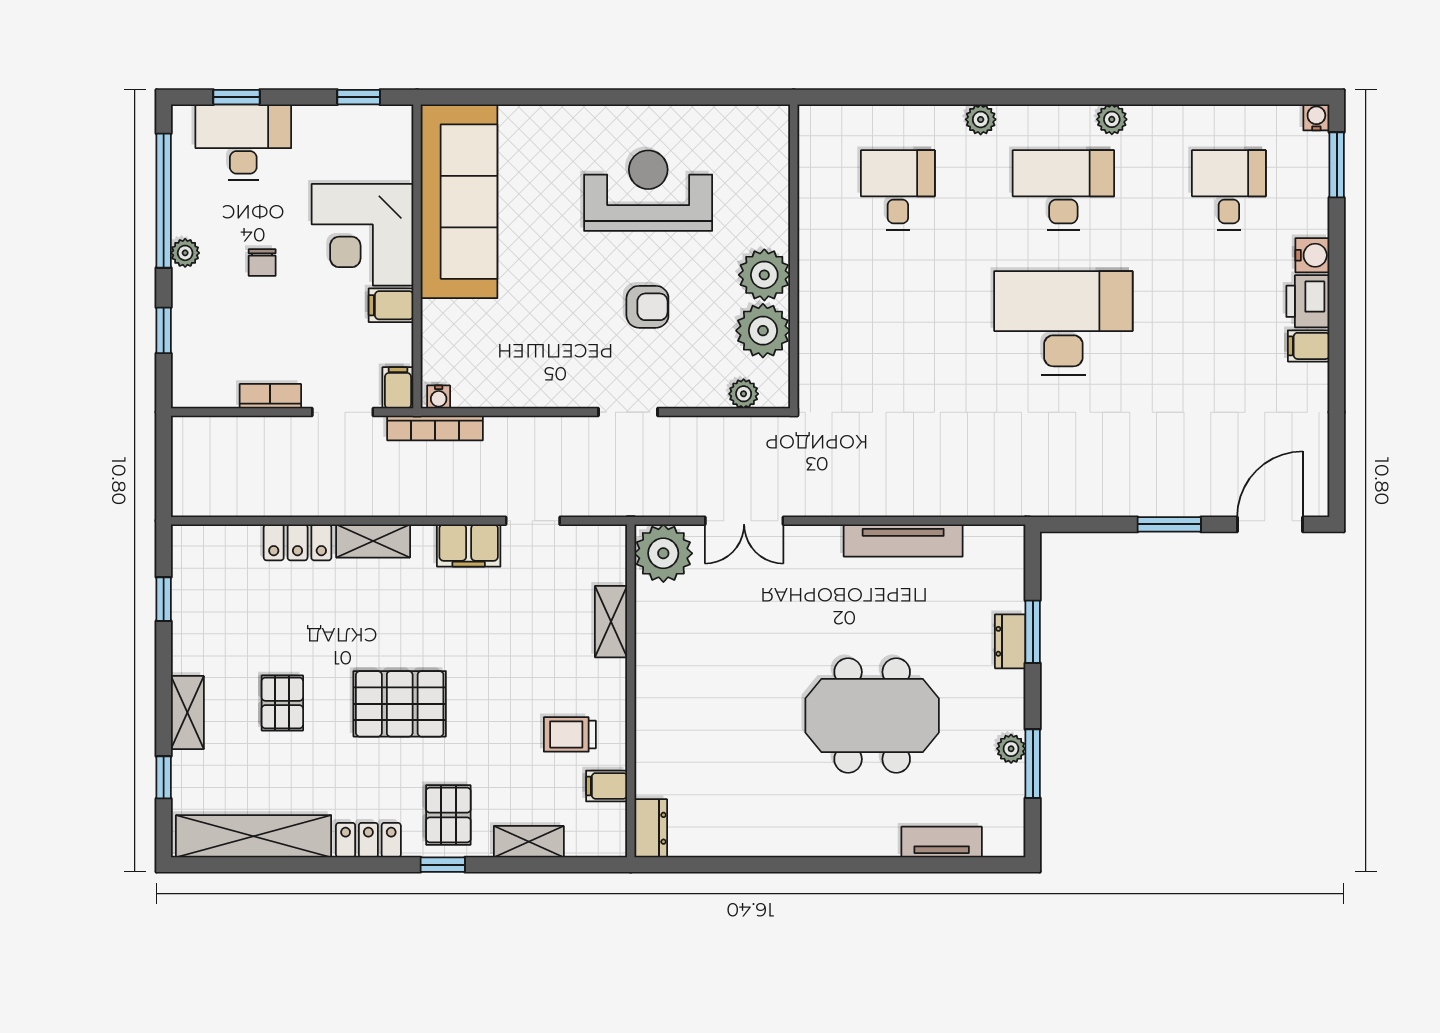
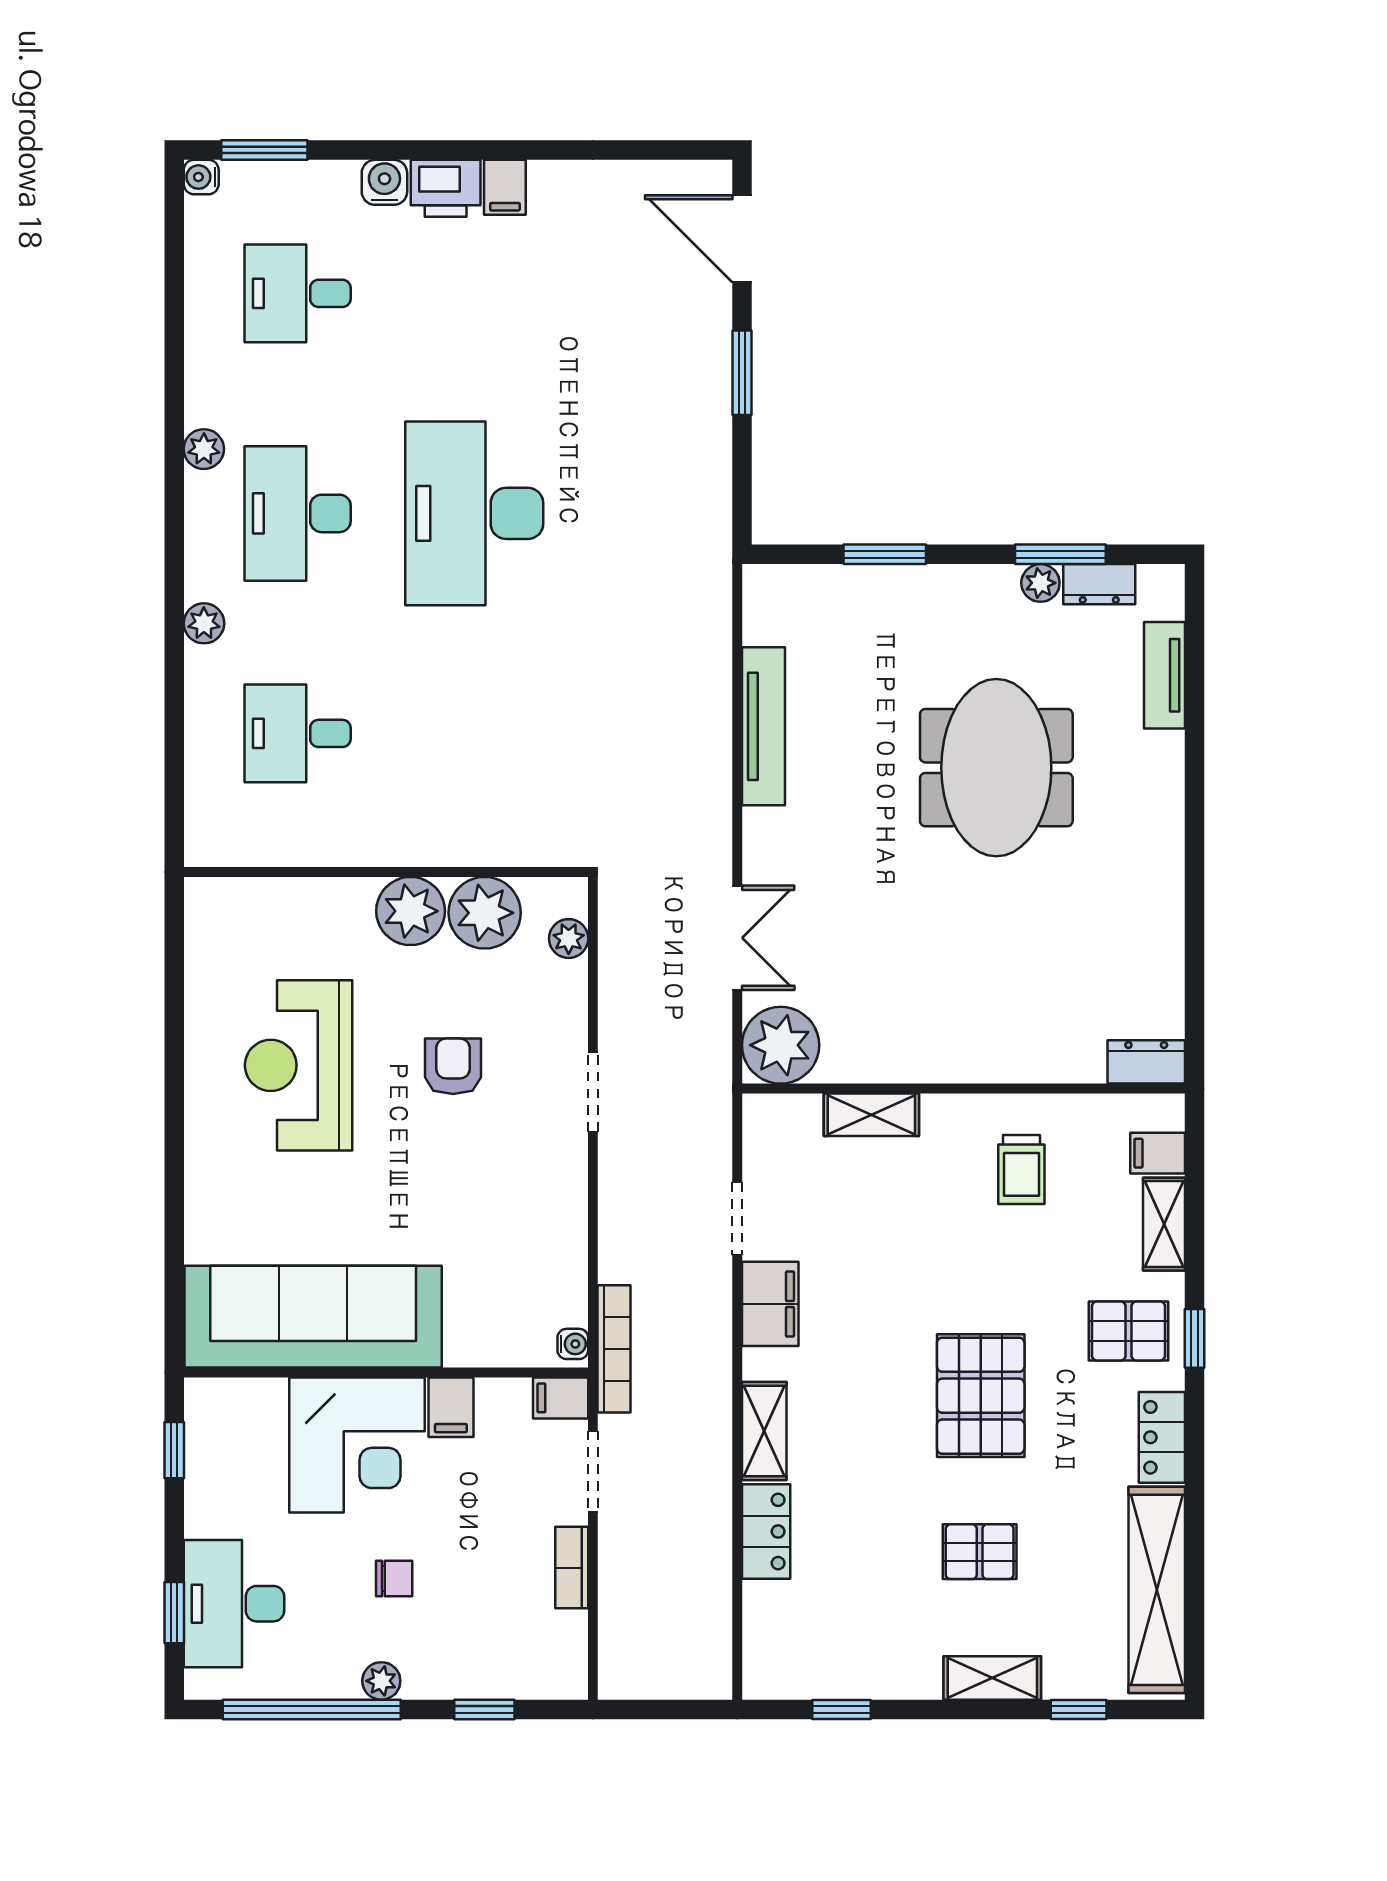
dresser: (1010, 641) -> (1099, 584), moved
filing cabinet: (607, 786) -> (1158, 1153), moved, turned 90

